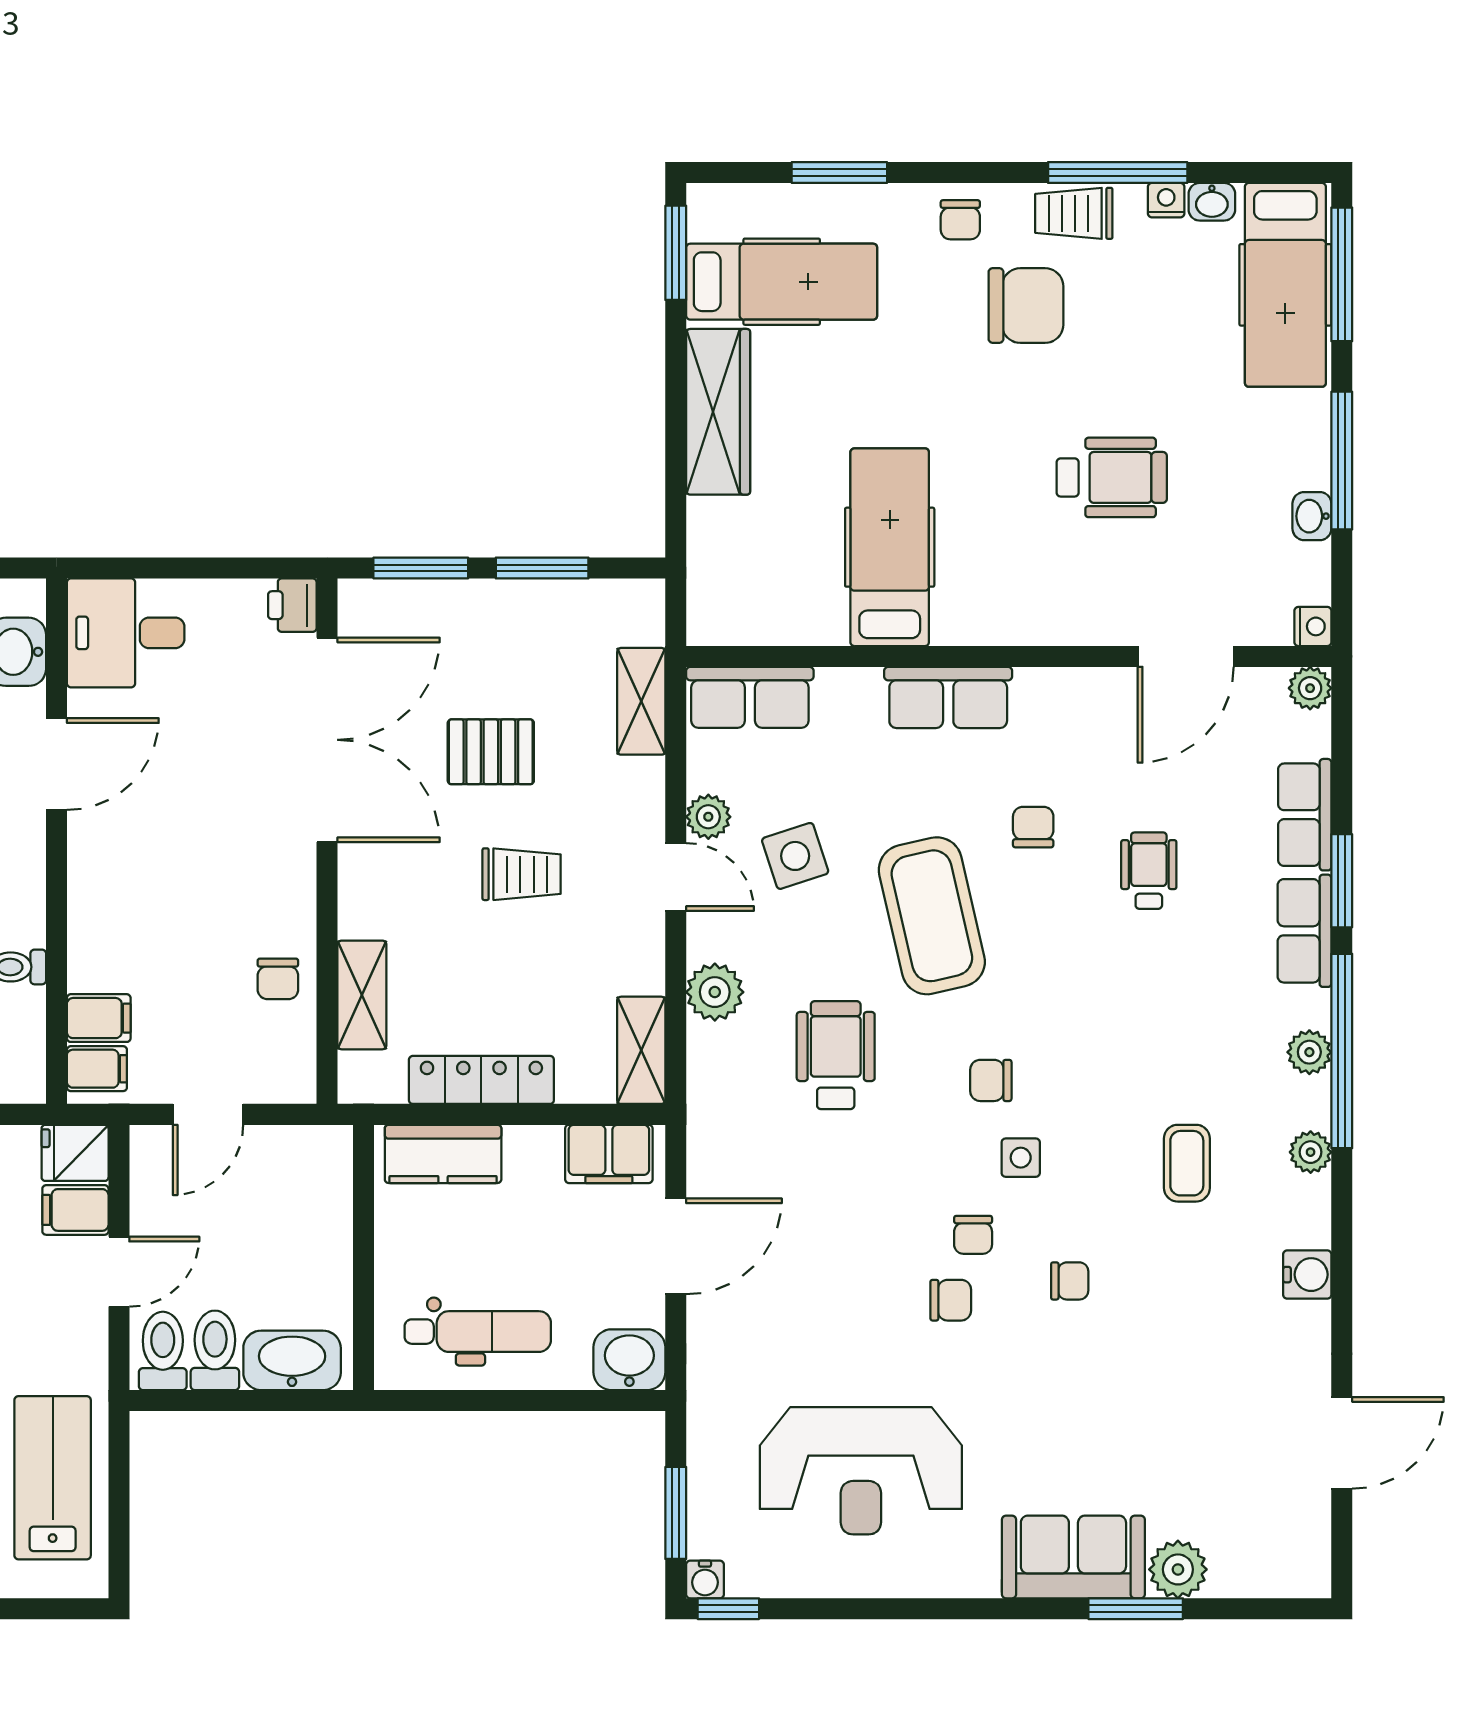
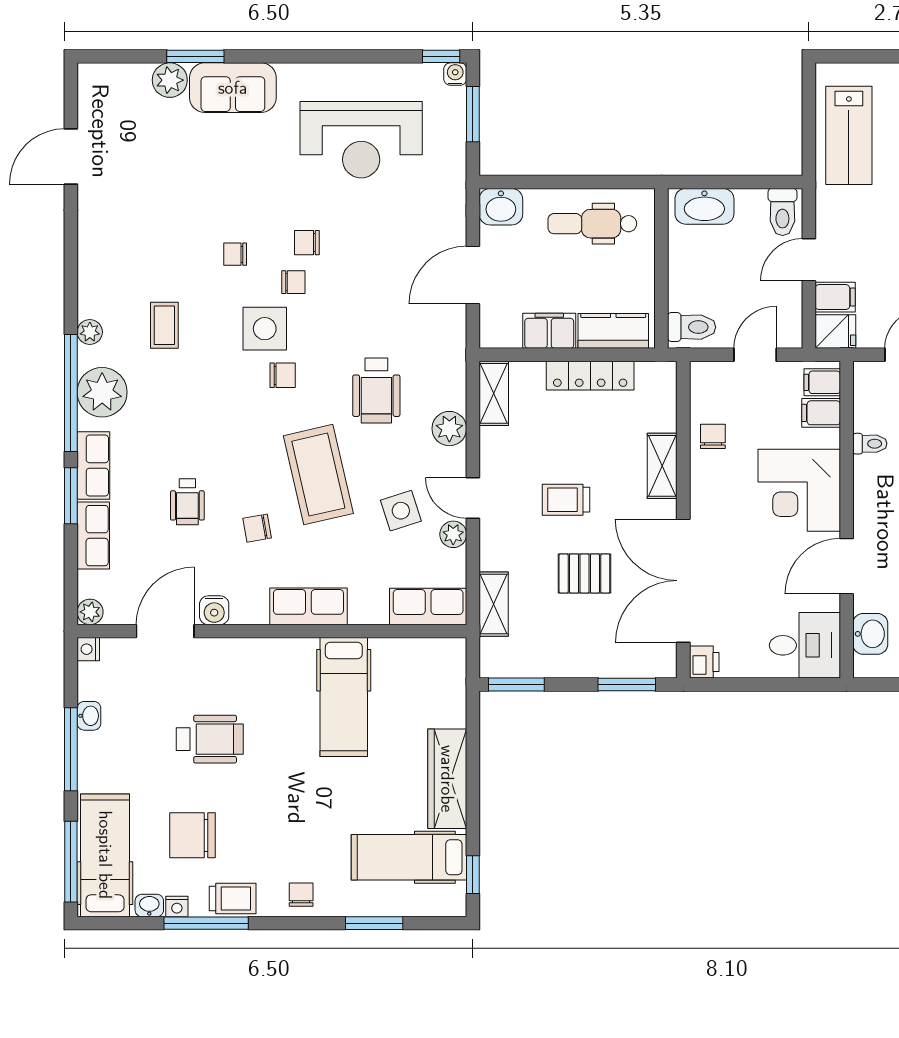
window: (676, 253) -> (473, 875), width x0.67
chair: (1026, 306) -> (192, 835), moved
wheelchair: (1112, 477) -> (210, 739), turned 180
window: (542, 568) -> (516, 684), moved
chair: (1033, 827) -> (257, 528), turned 80
corner desk: (135, 890) -> (799, 490), added
shelving: (362, 995) -> (662, 466), moved
plant: (1309, 1052) -> (102, 392), width x1.88, depth x1.88
filing cabinet: (609, 1154) -> (549, 331), moved
side table: (1021, 1158) -> (265, 329), width x1.87, depth x1.87
chair: (973, 1235) -> (293, 282), turned 90
water cooler: (1307, 1275) -> (214, 610), moved, turned -90
toilet: (215, 1350) -> (692, 327), moved, turned -90
reception desk: (861, 1471) -> (361, 140), turned 180

